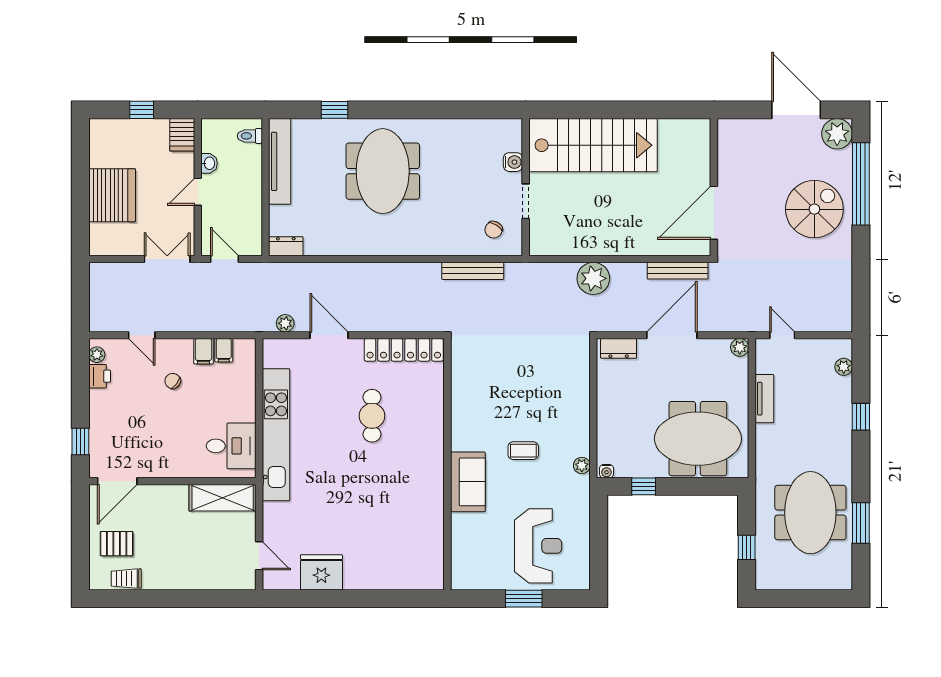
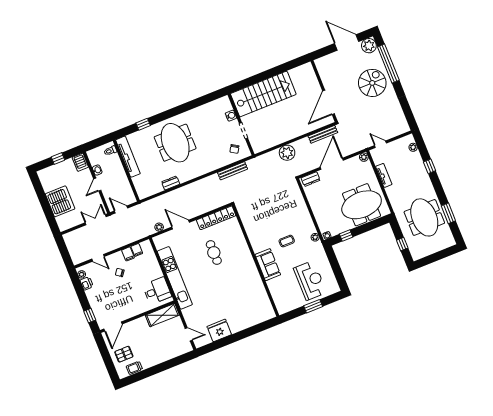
dresser: (286, 246) -> (171, 183), moved

